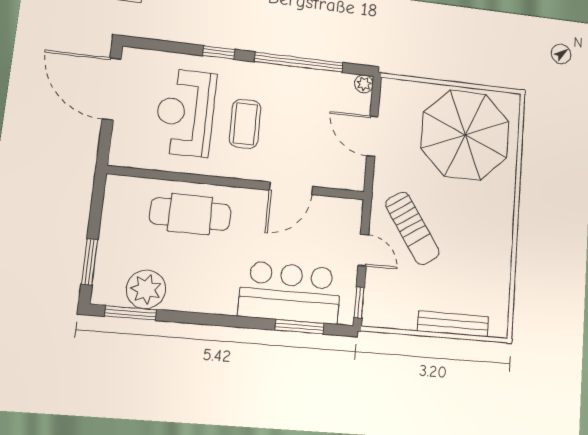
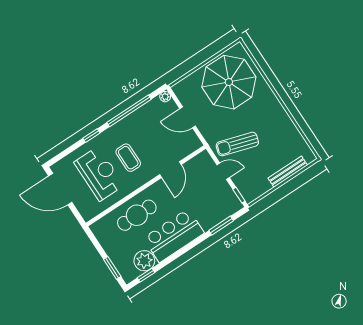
reception desk: (185, 113) -> (99, 174), turned 180
sun lounger: (412, 228) -> (237, 144), turned 141
bar counter: (290, 292) -> (174, 236), moved
window: (131, 313) -> (146, 275), width x0.67

